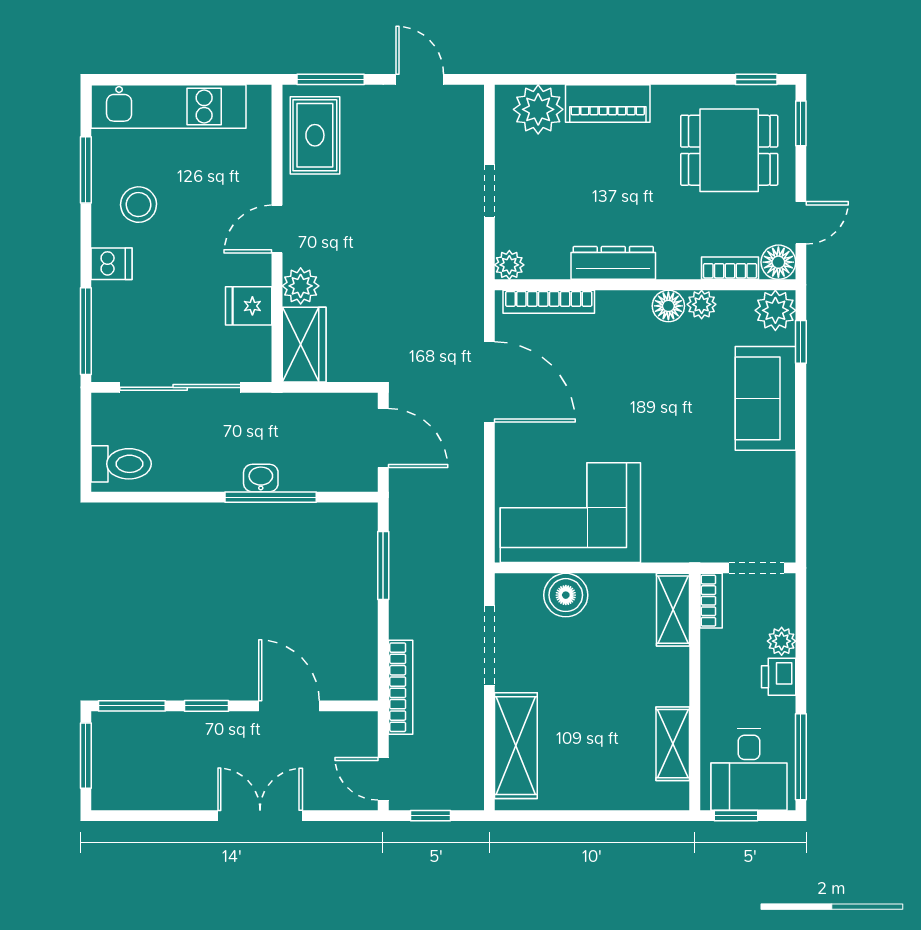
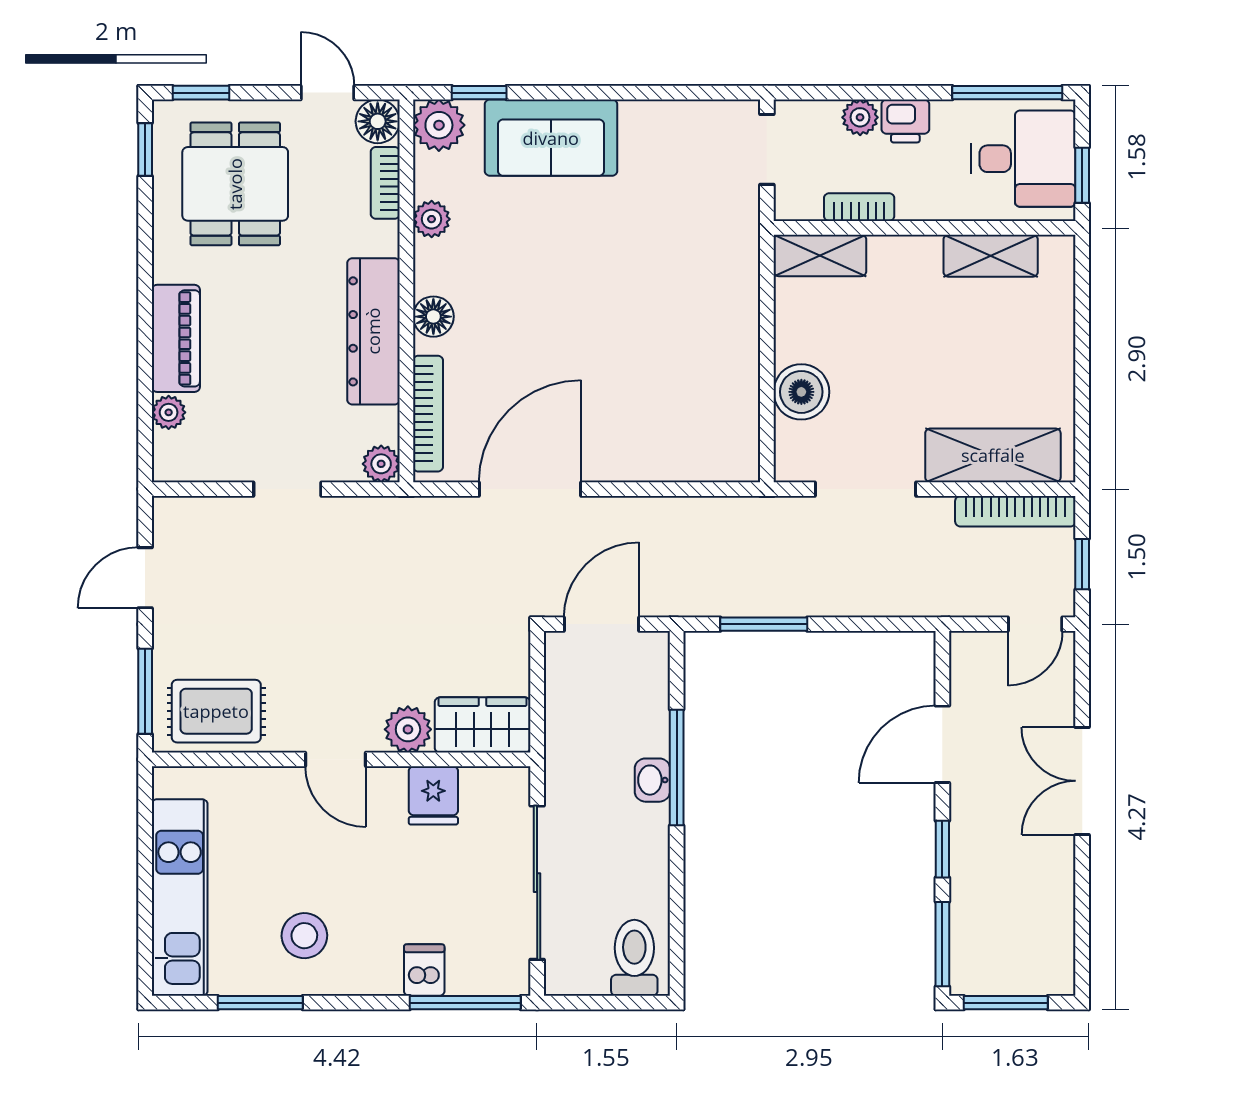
plant: (538, 109) -> (169, 412), width x0.53, depth x0.53
dresser: (613, 263) -> (373, 331), width x1.37, depth x1.24
dishwasher: (112, 264) -> (424, 970), moved
floor lamp: (668, 306) -> (433, 317), moved
corner sofa: (570, 513) -> (696, 386), removed
bookcase: (711, 601) -> (859, 207), moved
bookcase: (401, 687) -> (1015, 511), moved, turned 180

